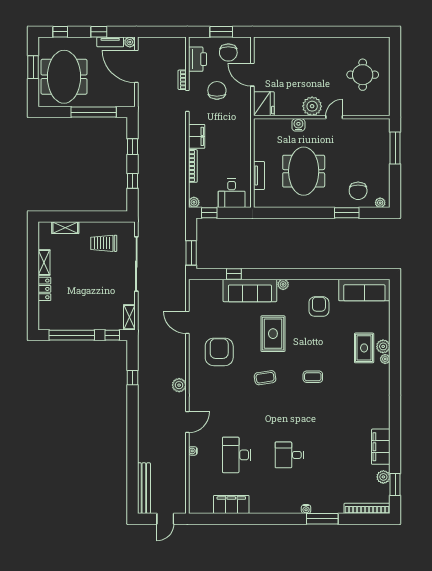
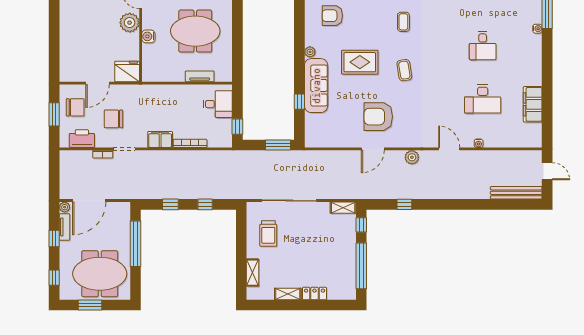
plant: (194, 202) -> (227, 142), removed
door: (187, 322) -> (373, 149), moved

